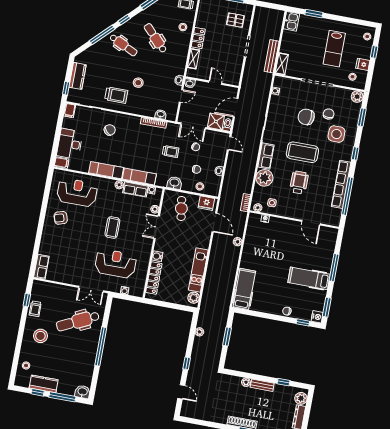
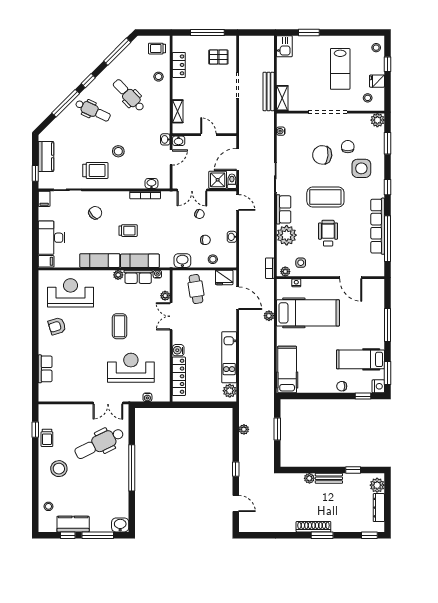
locker: (198, 38) -> (179, 65), moved
trolley: (171, 152) -> (128, 231), moved
hospital bed: (270, 245) -> (308, 313), added
row of seats: (41, 267) -> (45, 369), moved
hospital bed: (309, 278) -> (360, 359), moved

